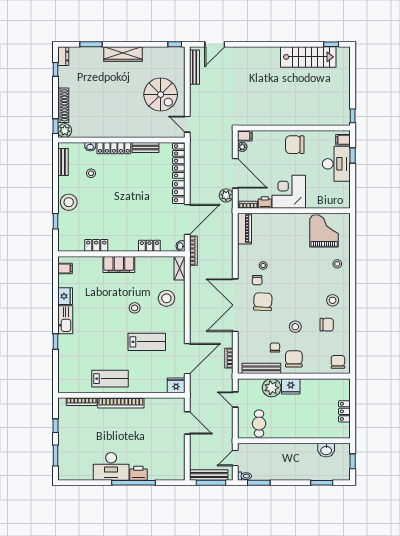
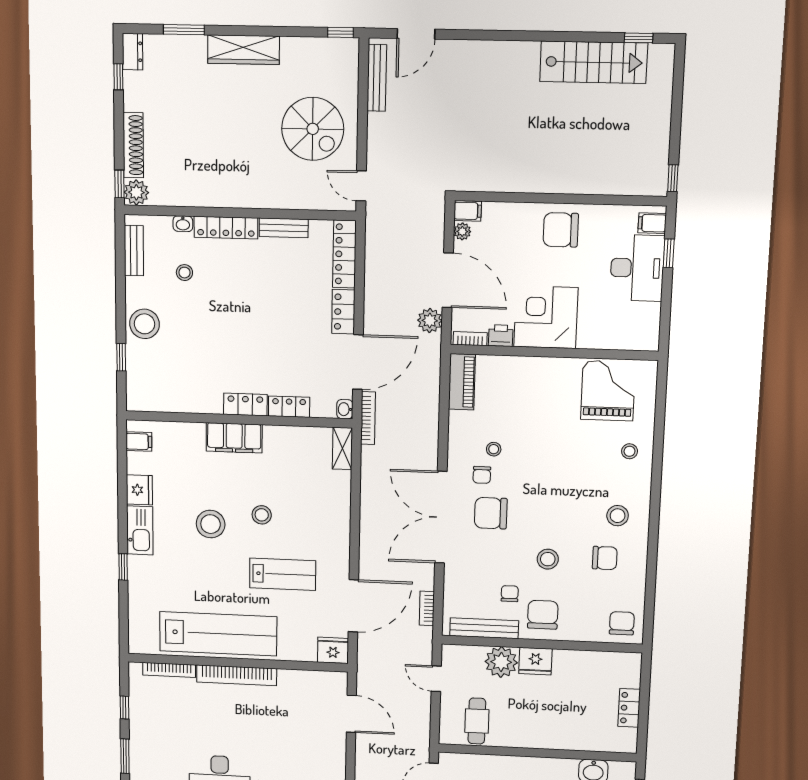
locker: (96, 245) -> (245, 405), moved
stool: (166, 298) -> (211, 524), moved
chair: (263, 302) -> (491, 513), turned -93
lab bench: (110, 379) -> (218, 634), width x1.86, depth x1.39

